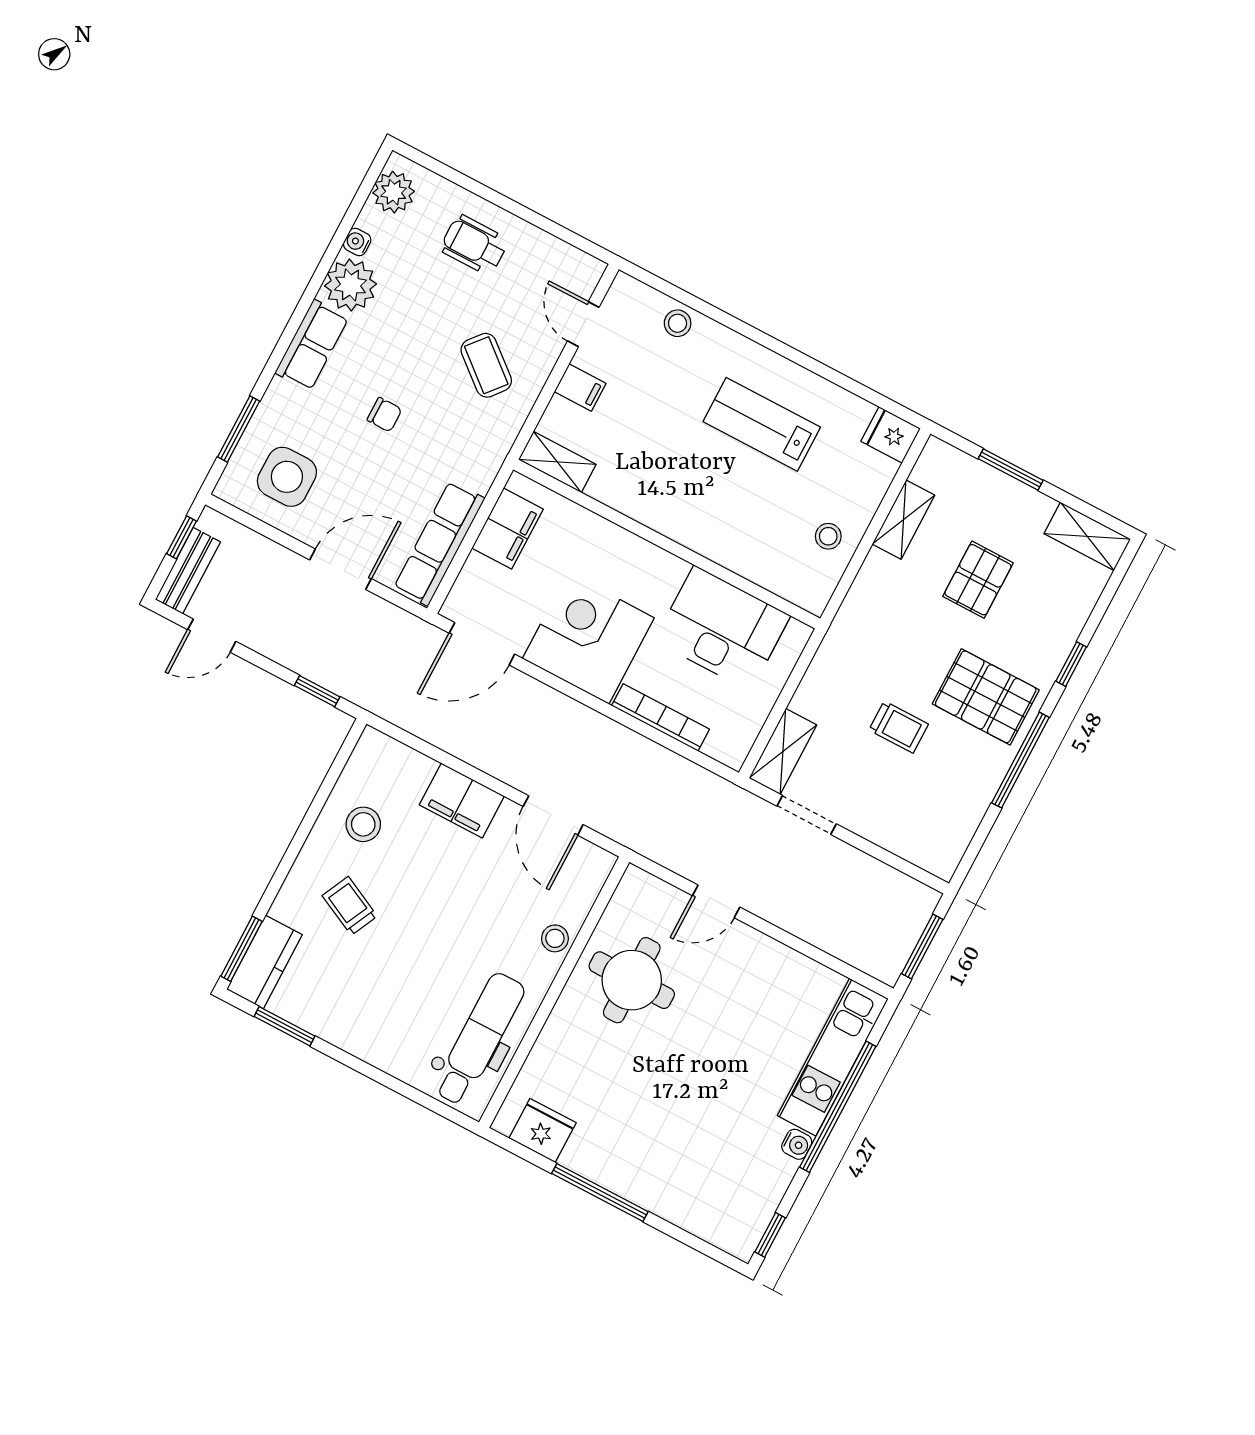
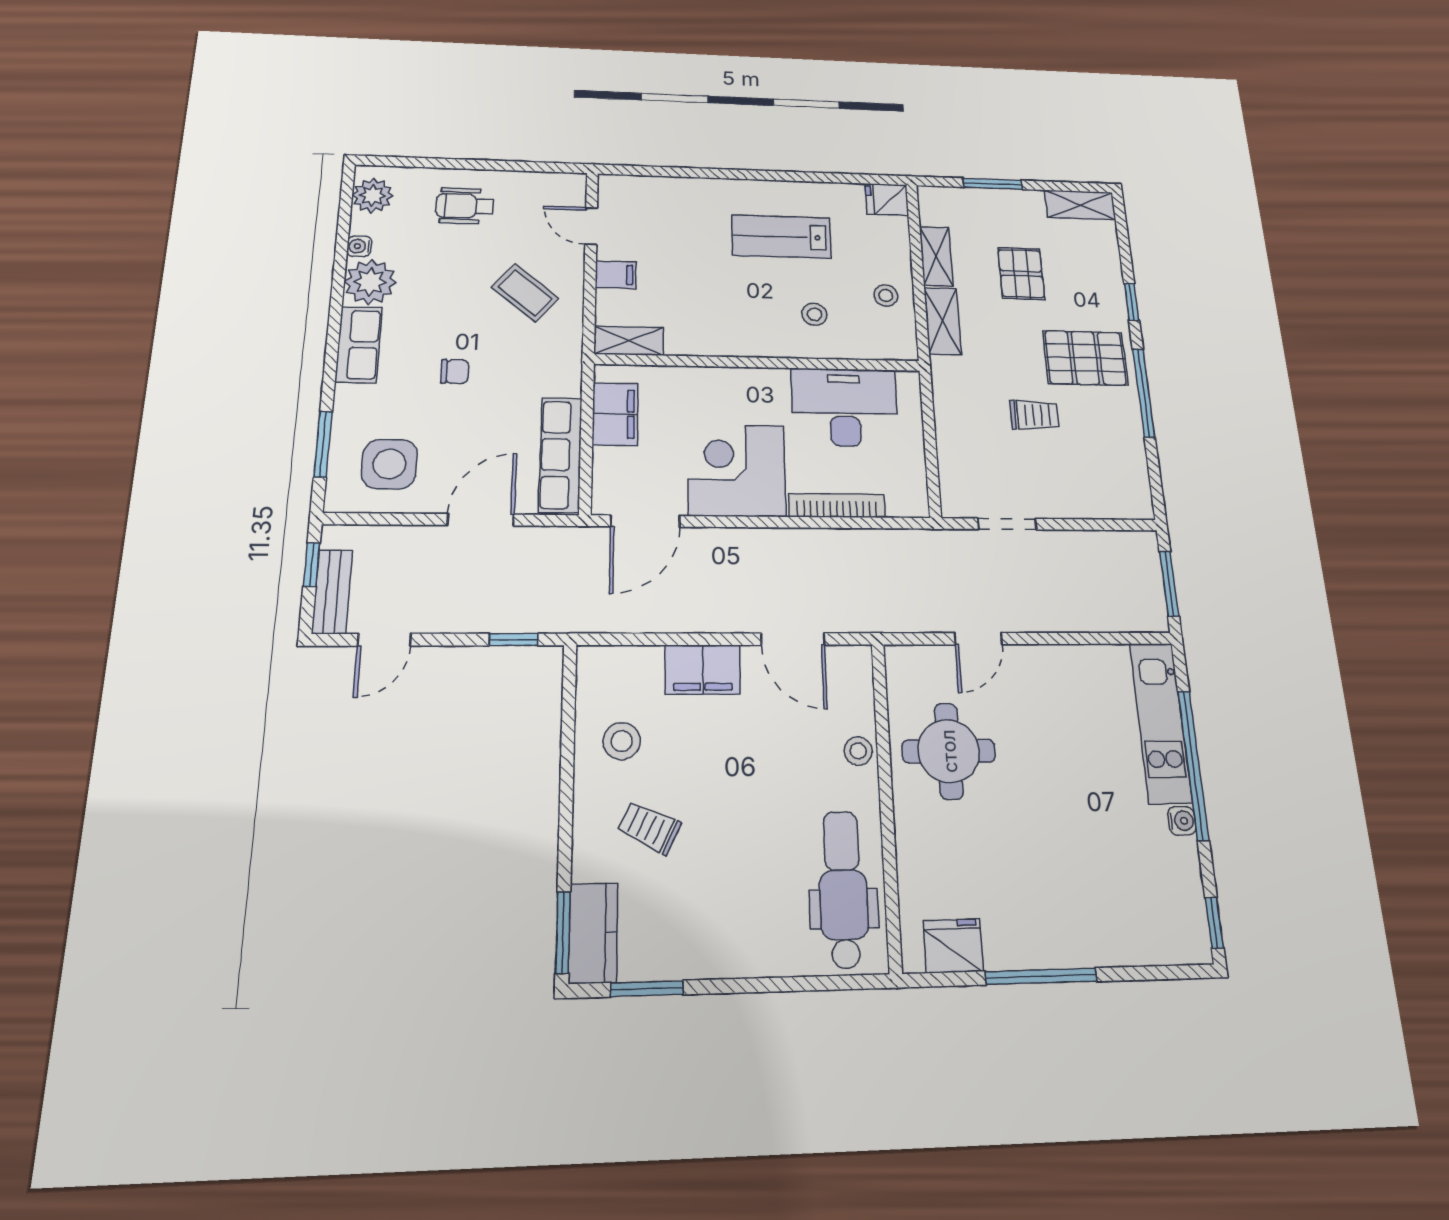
stool: (678, 323) -> (814, 314), moved
shelving: (783, 752) -> (943, 321), moved

